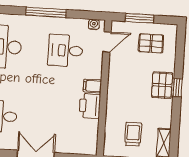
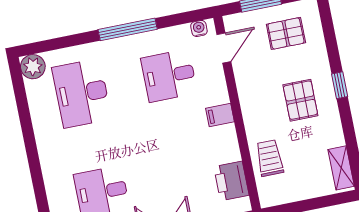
pallet: (162, 85) -> (300, 100), moved
printer: (90, 106) -> (231, 181), moved
trolley: (133, 134) -> (270, 158), moved

